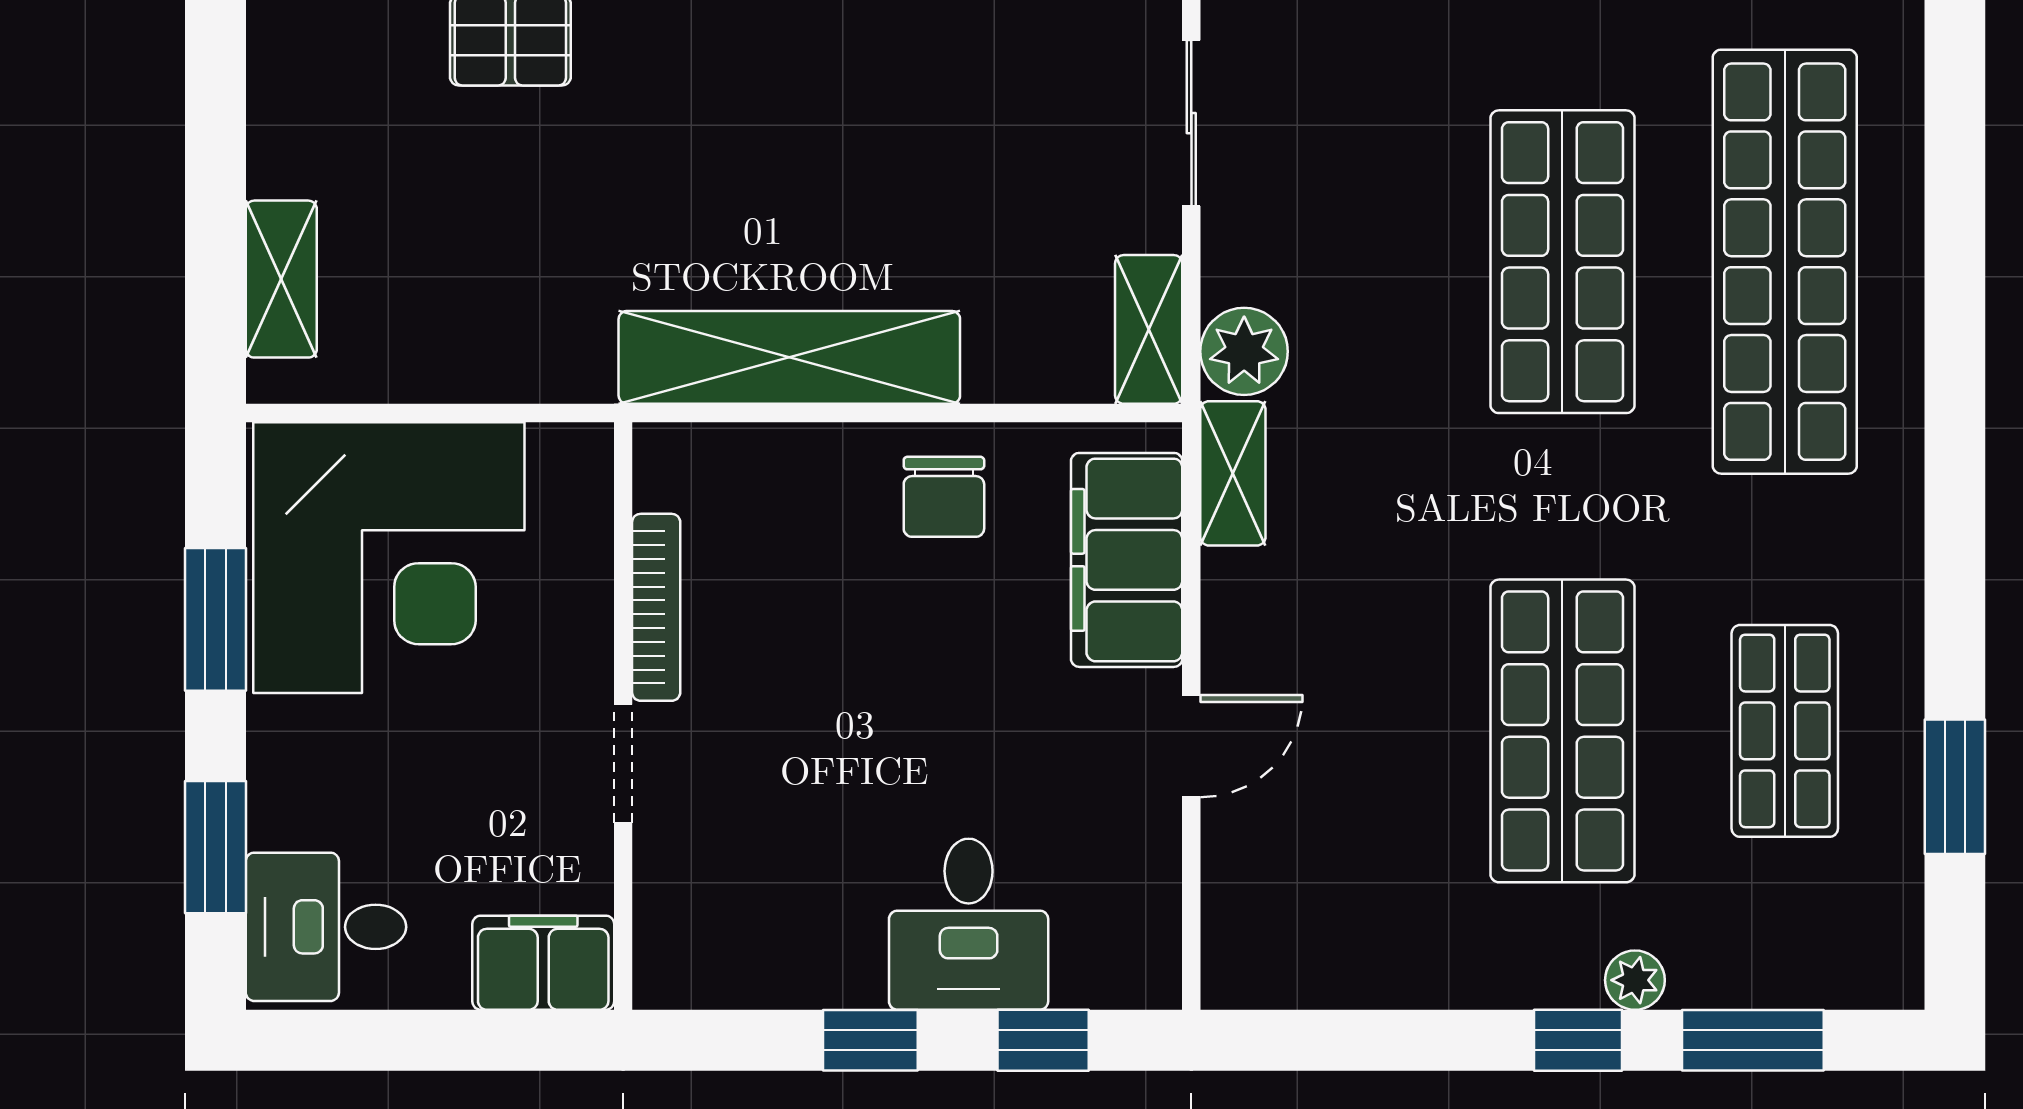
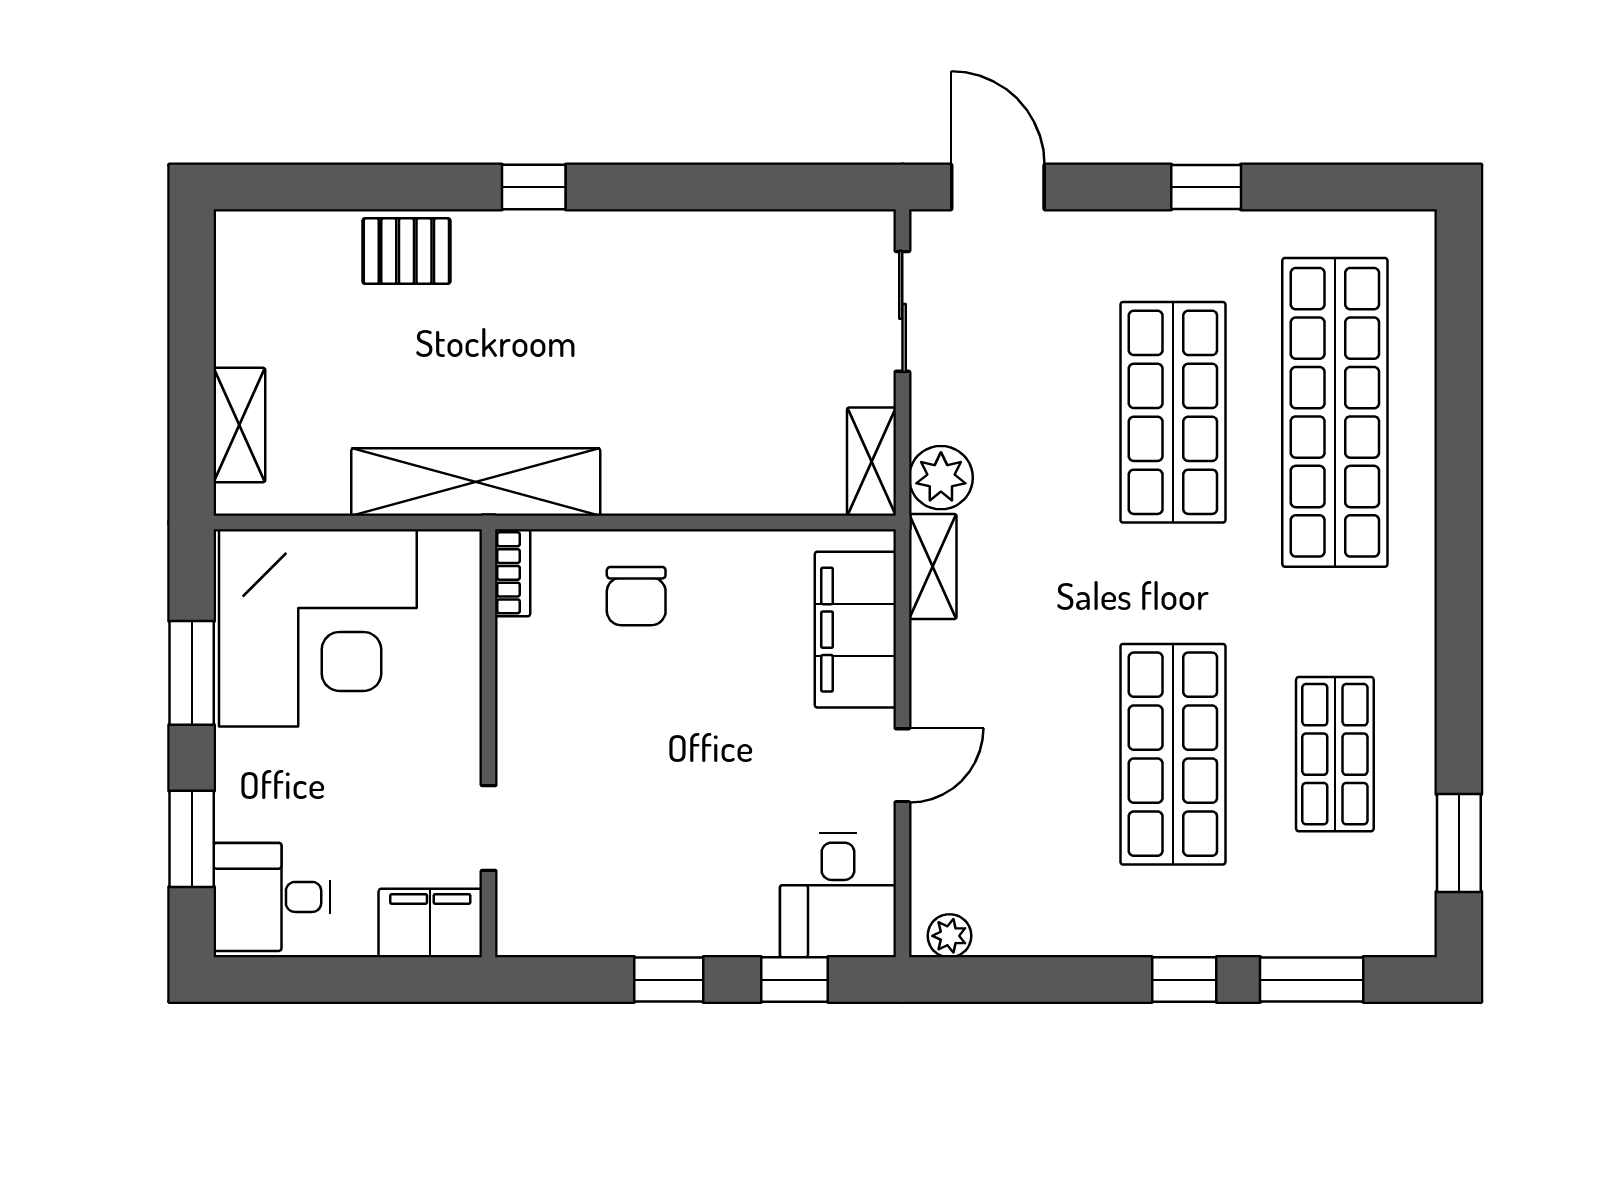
shelving: (789, 357) -> (476, 482), moved
chair: (944, 497) -> (636, 596), moved
bookcase: (656, 607) -> (513, 573), moved, width x0.64
doorway: (623, 764) -> (489, 828), moved
window: (1955, 787) -> (1459, 843), moved
desk: (969, 924) -> (838, 895), moved
plant: (1635, 980) -> (949, 936), moved

